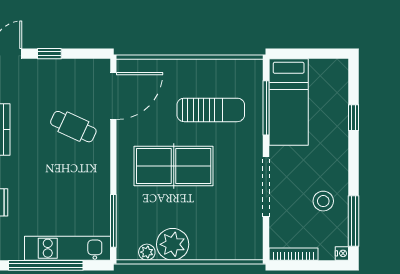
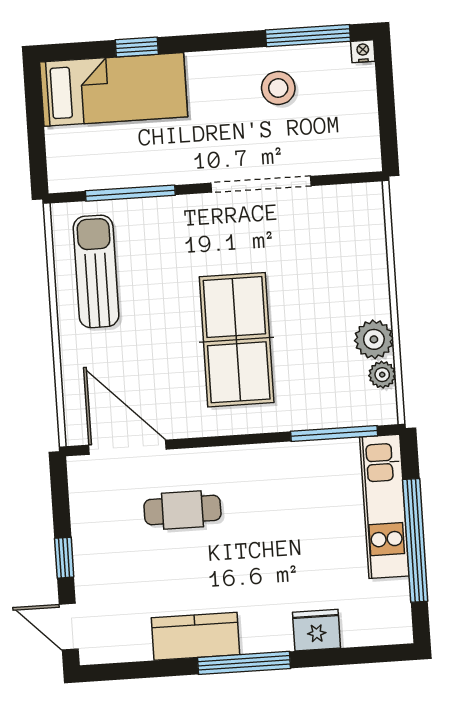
bed: (289, 102) -> (114, 89), moved
sun lounger: (211, 110) -> (96, 271), moved
cafe table: (73, 127) -> (182, 510), turned 65
plant: (173, 244) -> (374, 339), width x0.73, depth x0.73
bookcase: (294, 254) -> (369, 131), removed

